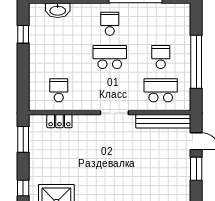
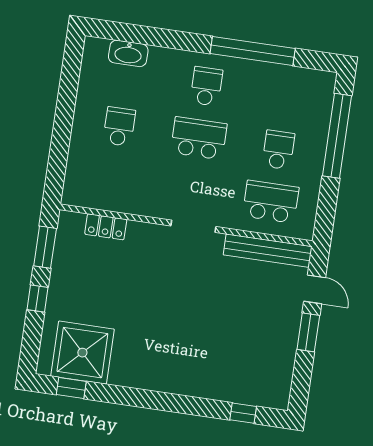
window: (23, 34) -> (69, 83), removed
window: (196, 62) -> (337, 136), moved
school desk: (59, 90) -> (119, 127), moved
window: (23, 188) -> (38, 299), moved

